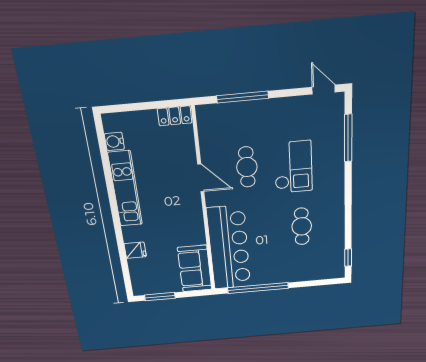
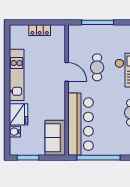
locker: (175, 116) -> (40, 30), moved
water cooler: (114, 141) -> (15, 132), moved
fridge: (135, 250) -> (19, 114), width x1.88, depth x1.34

